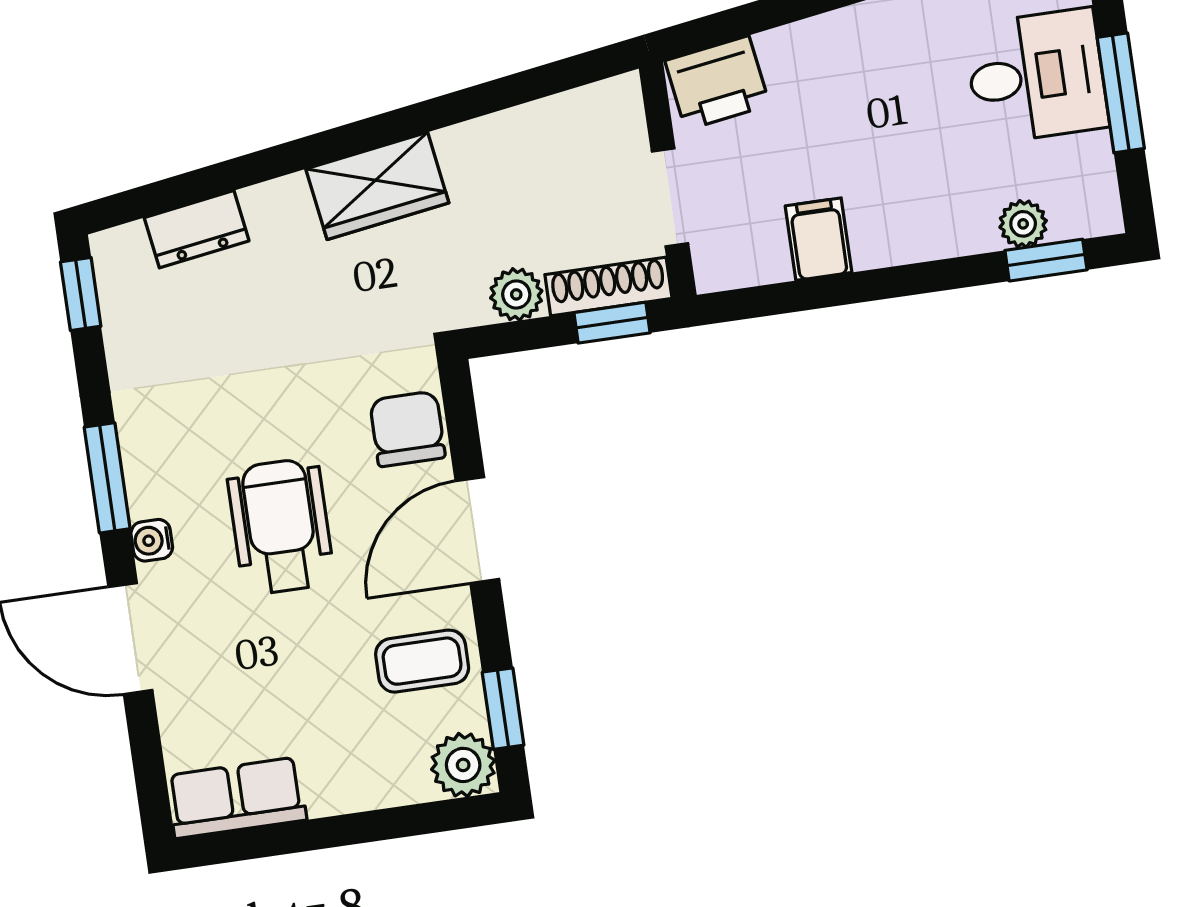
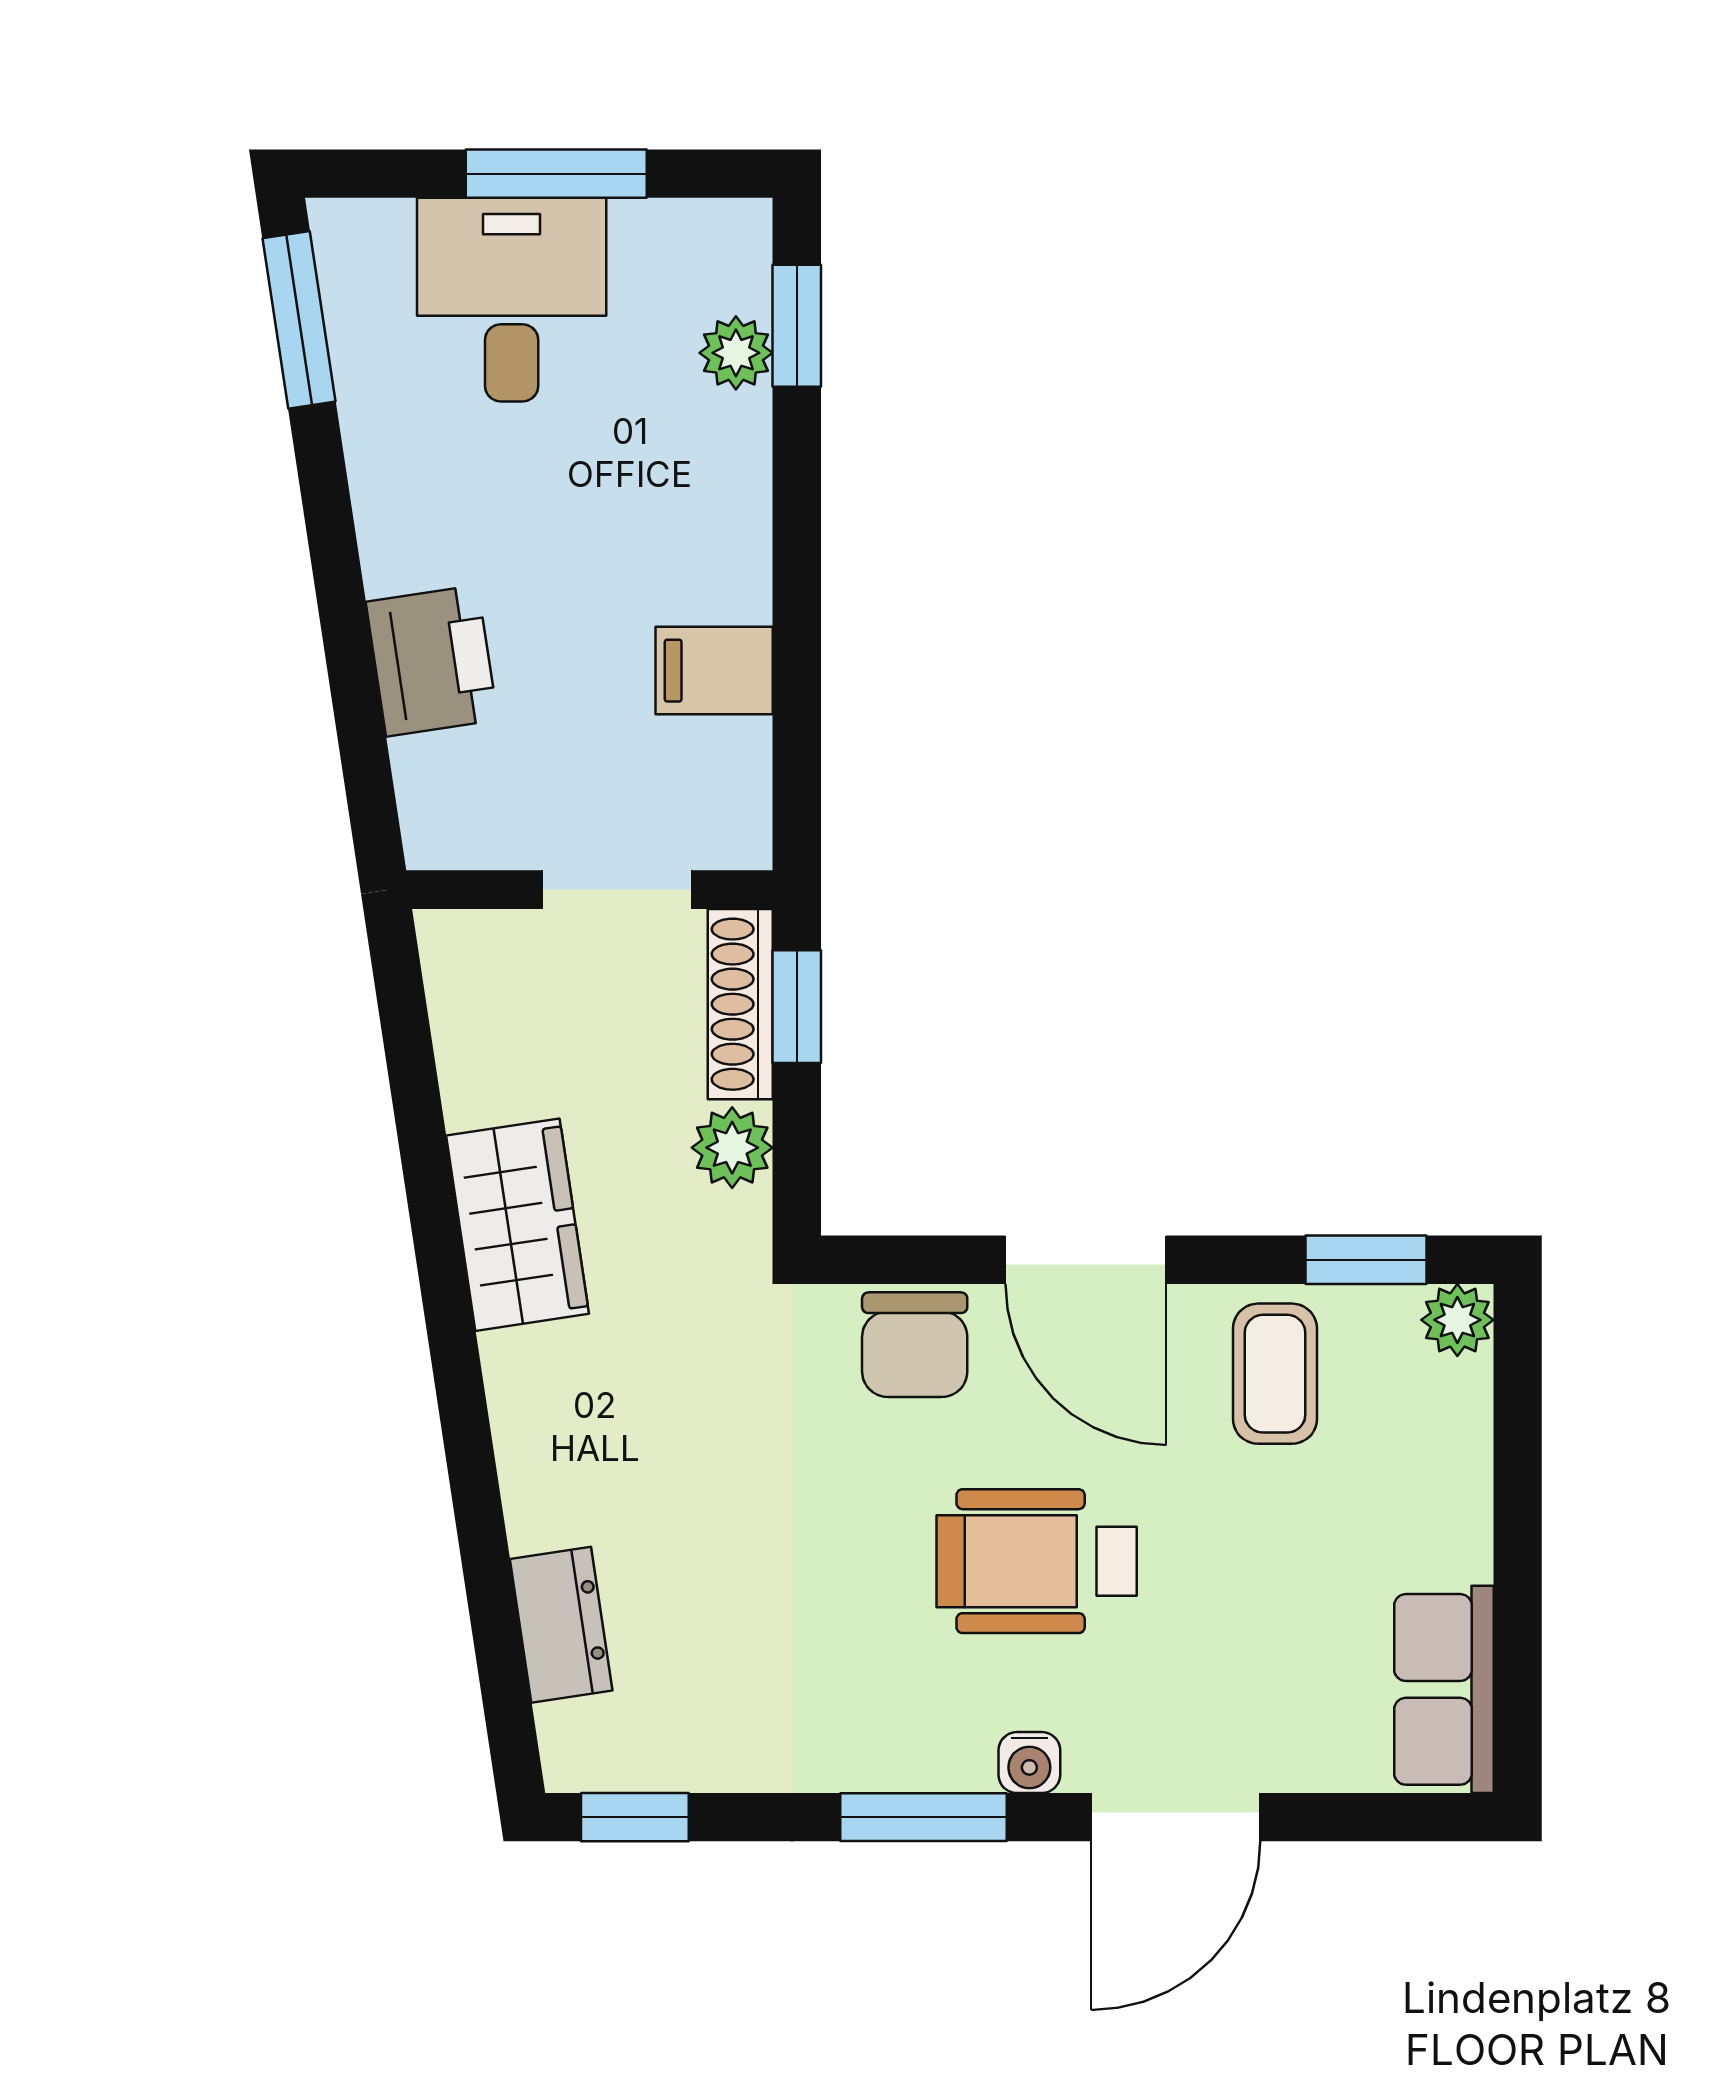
printer: (717, 83) -> (432, 661), moved
wardrobe: (377, 186) -> (517, 1225), moved
chair: (407, 429) -> (915, 1345), turned -90
plant: (463, 765) -> (1457, 1320), width x0.73, depth x0.73

